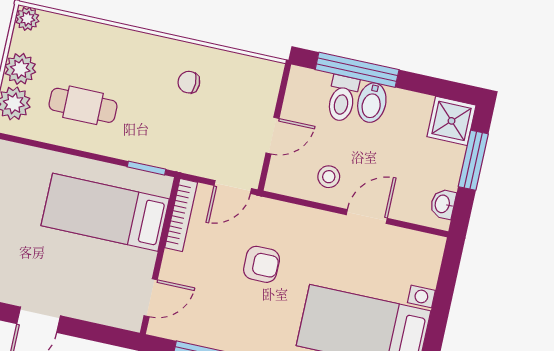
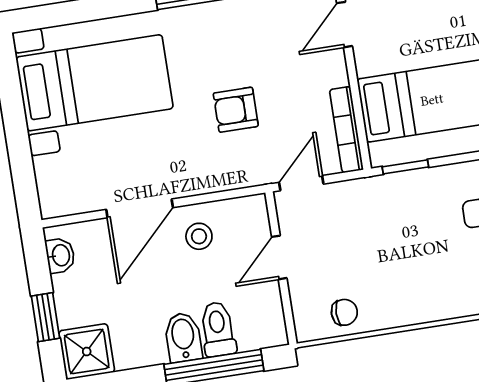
chair: (189, 82) -> (344, 312), moved
window: (473, 160) -> (45, 317), width x0.67
door: (367, 216) -> (140, 208), width x1.38

